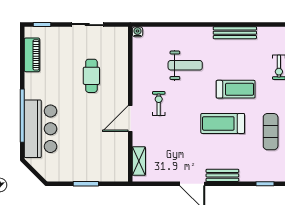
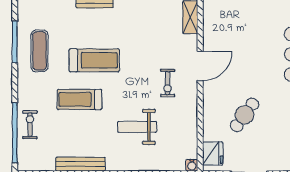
fridge: (119, 42) -> (213, 154), added
cafe table: (91, 76) -> (245, 115), turned 36

